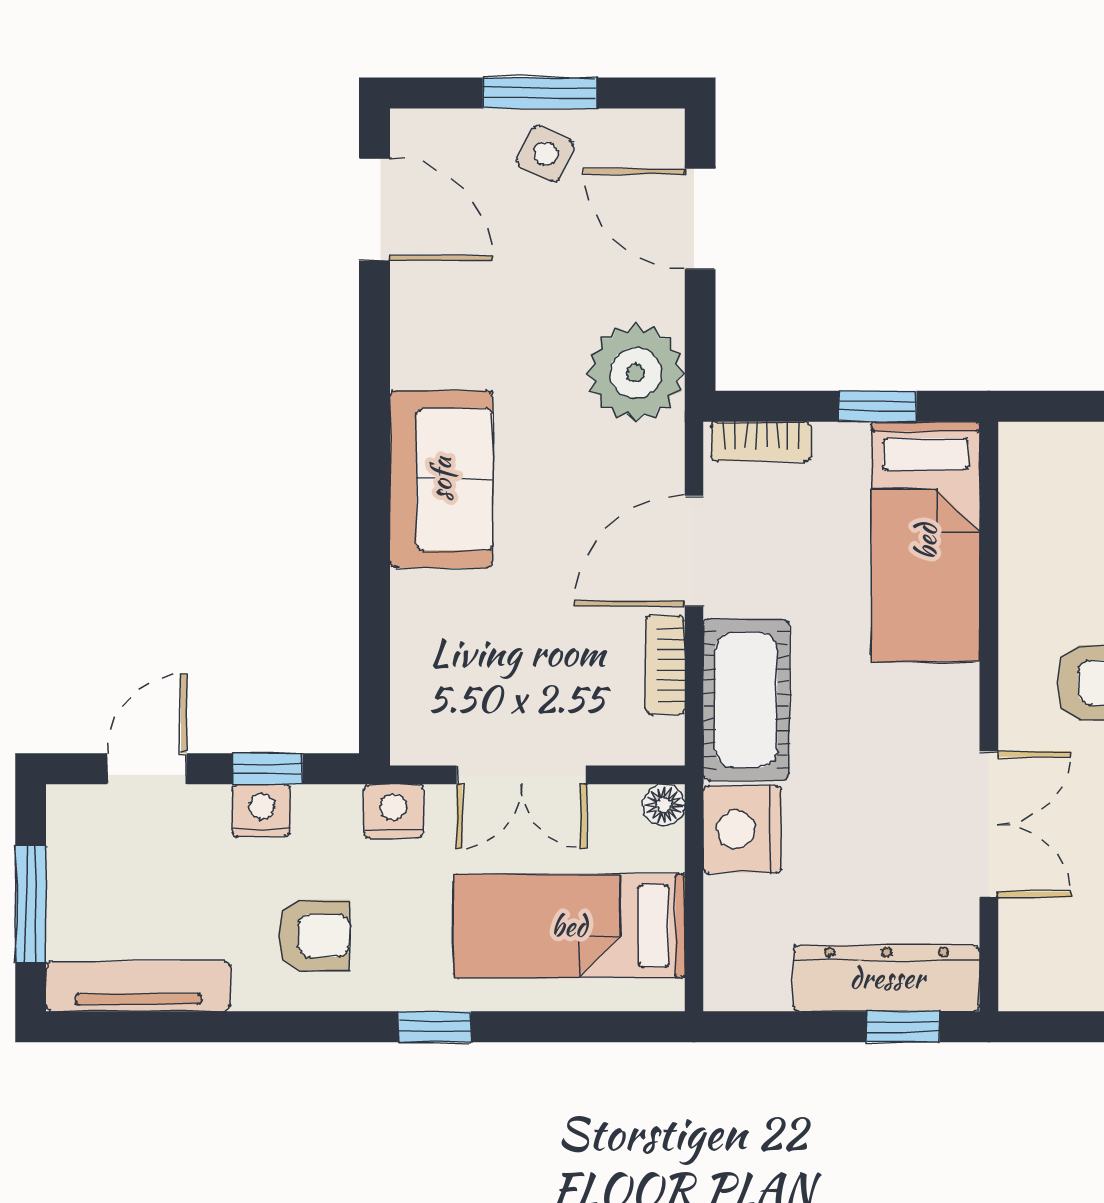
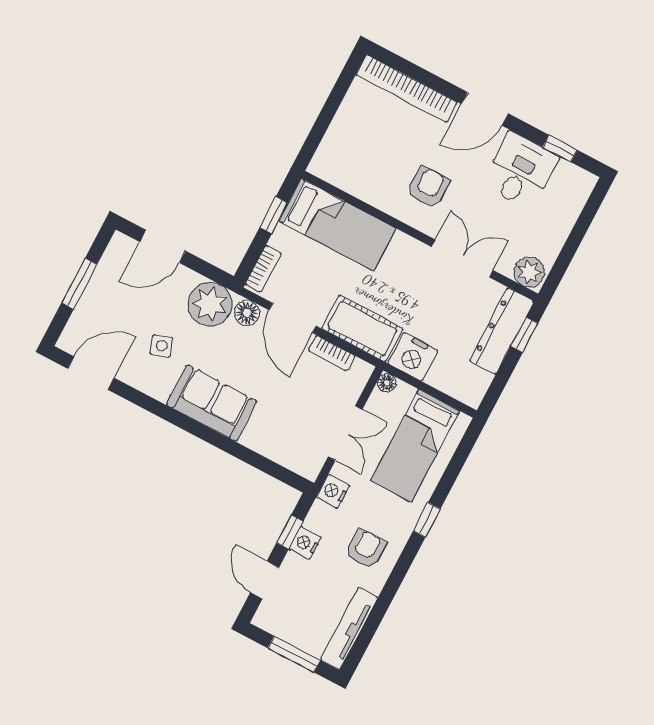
side table: (546, 154) -> (162, 346), moved, turned 45
floor lamp: (657, 455) -> (247, 313), added
plant: (1032, 971) -> (529, 272), added

